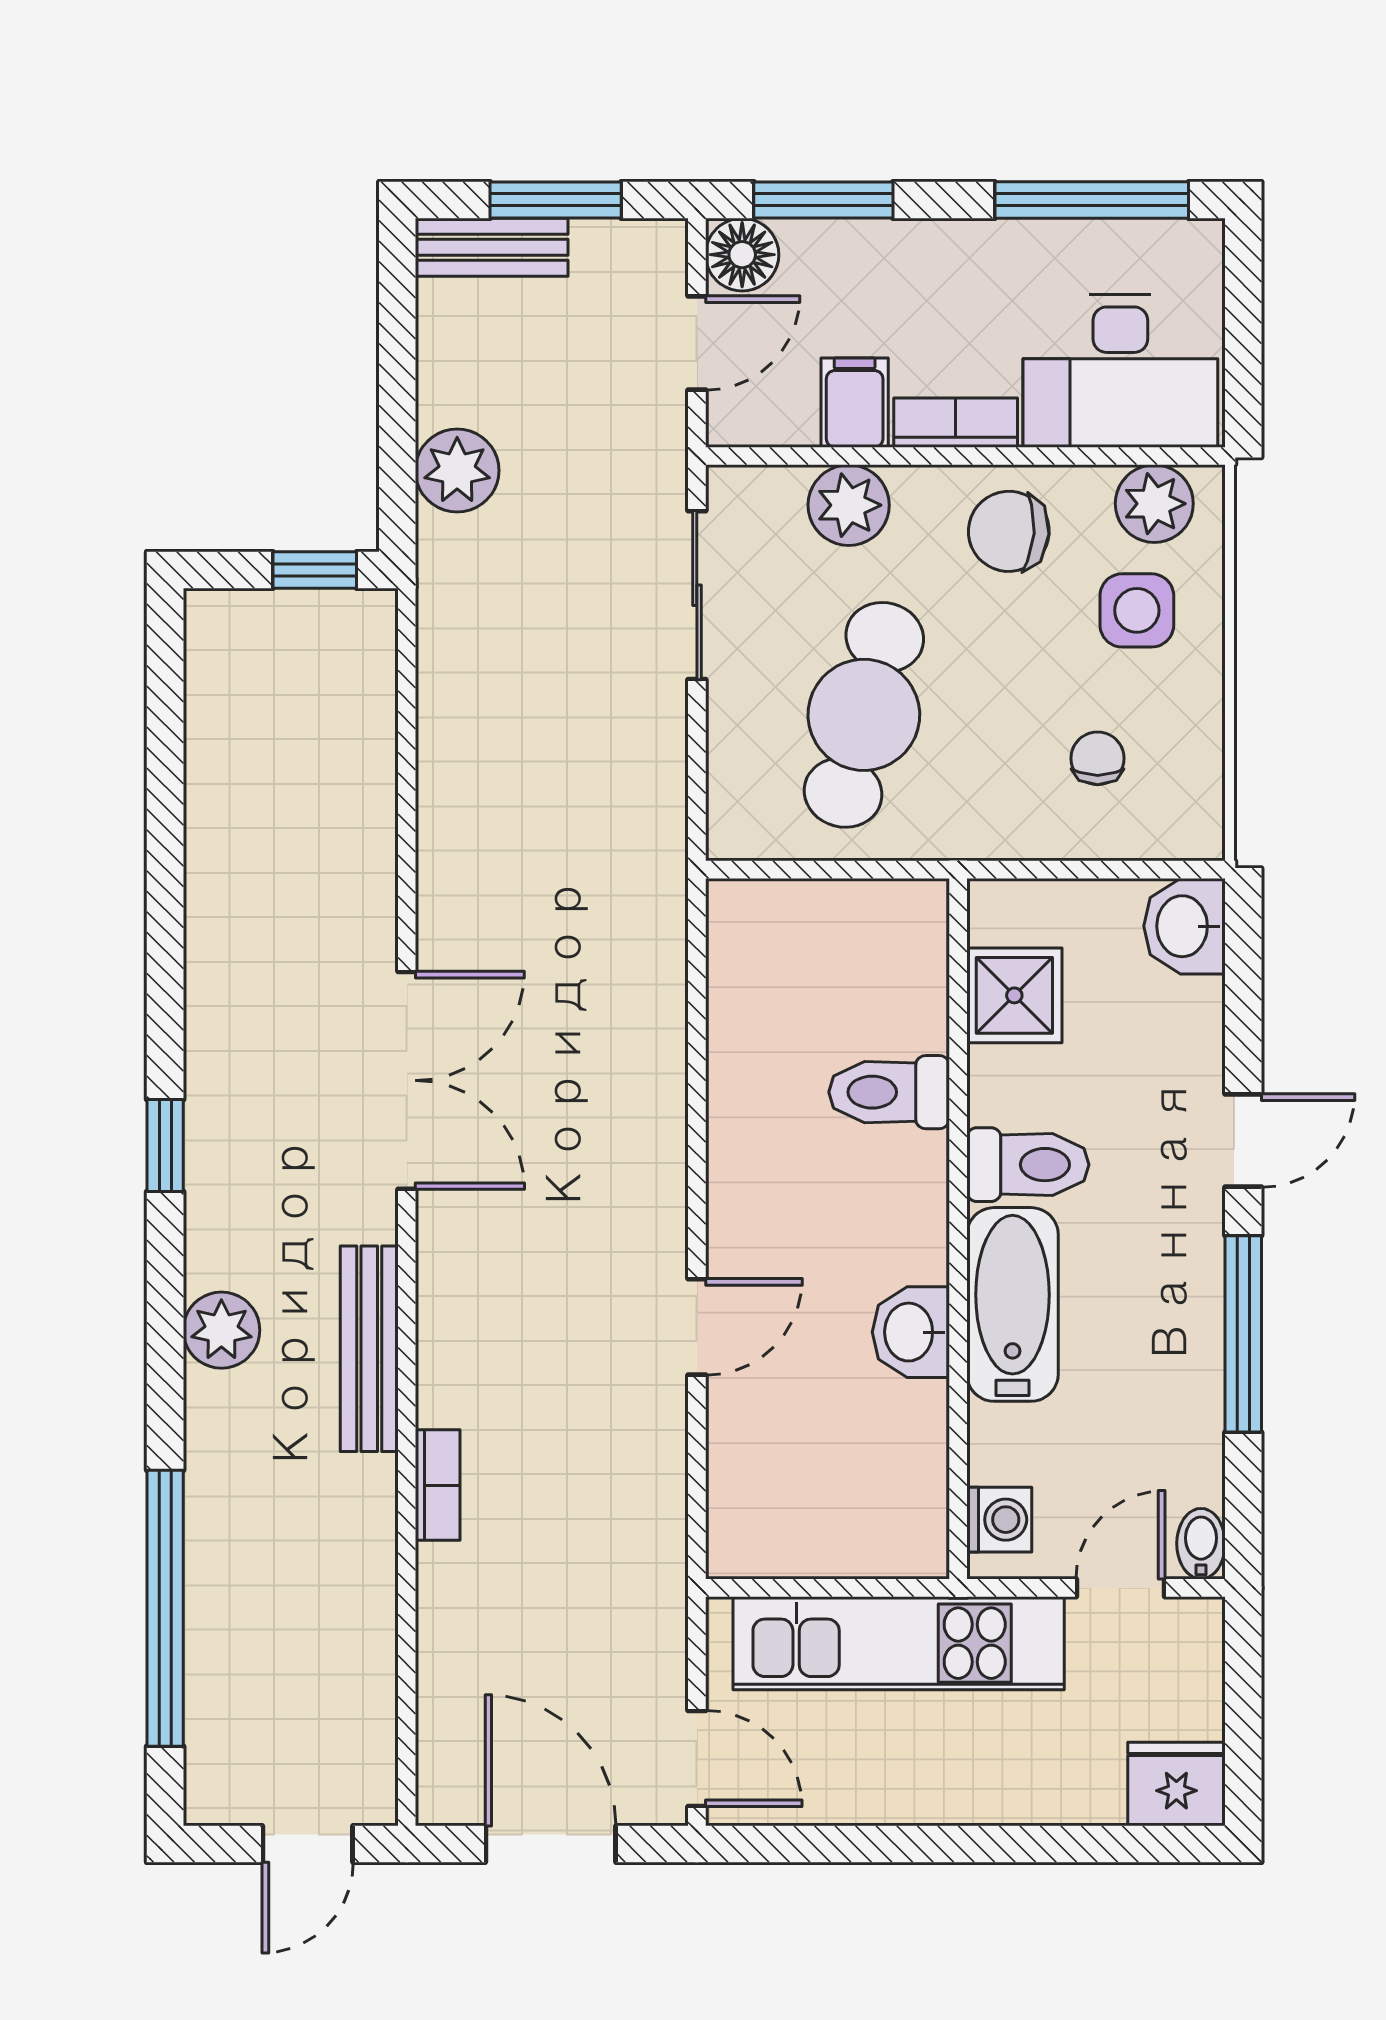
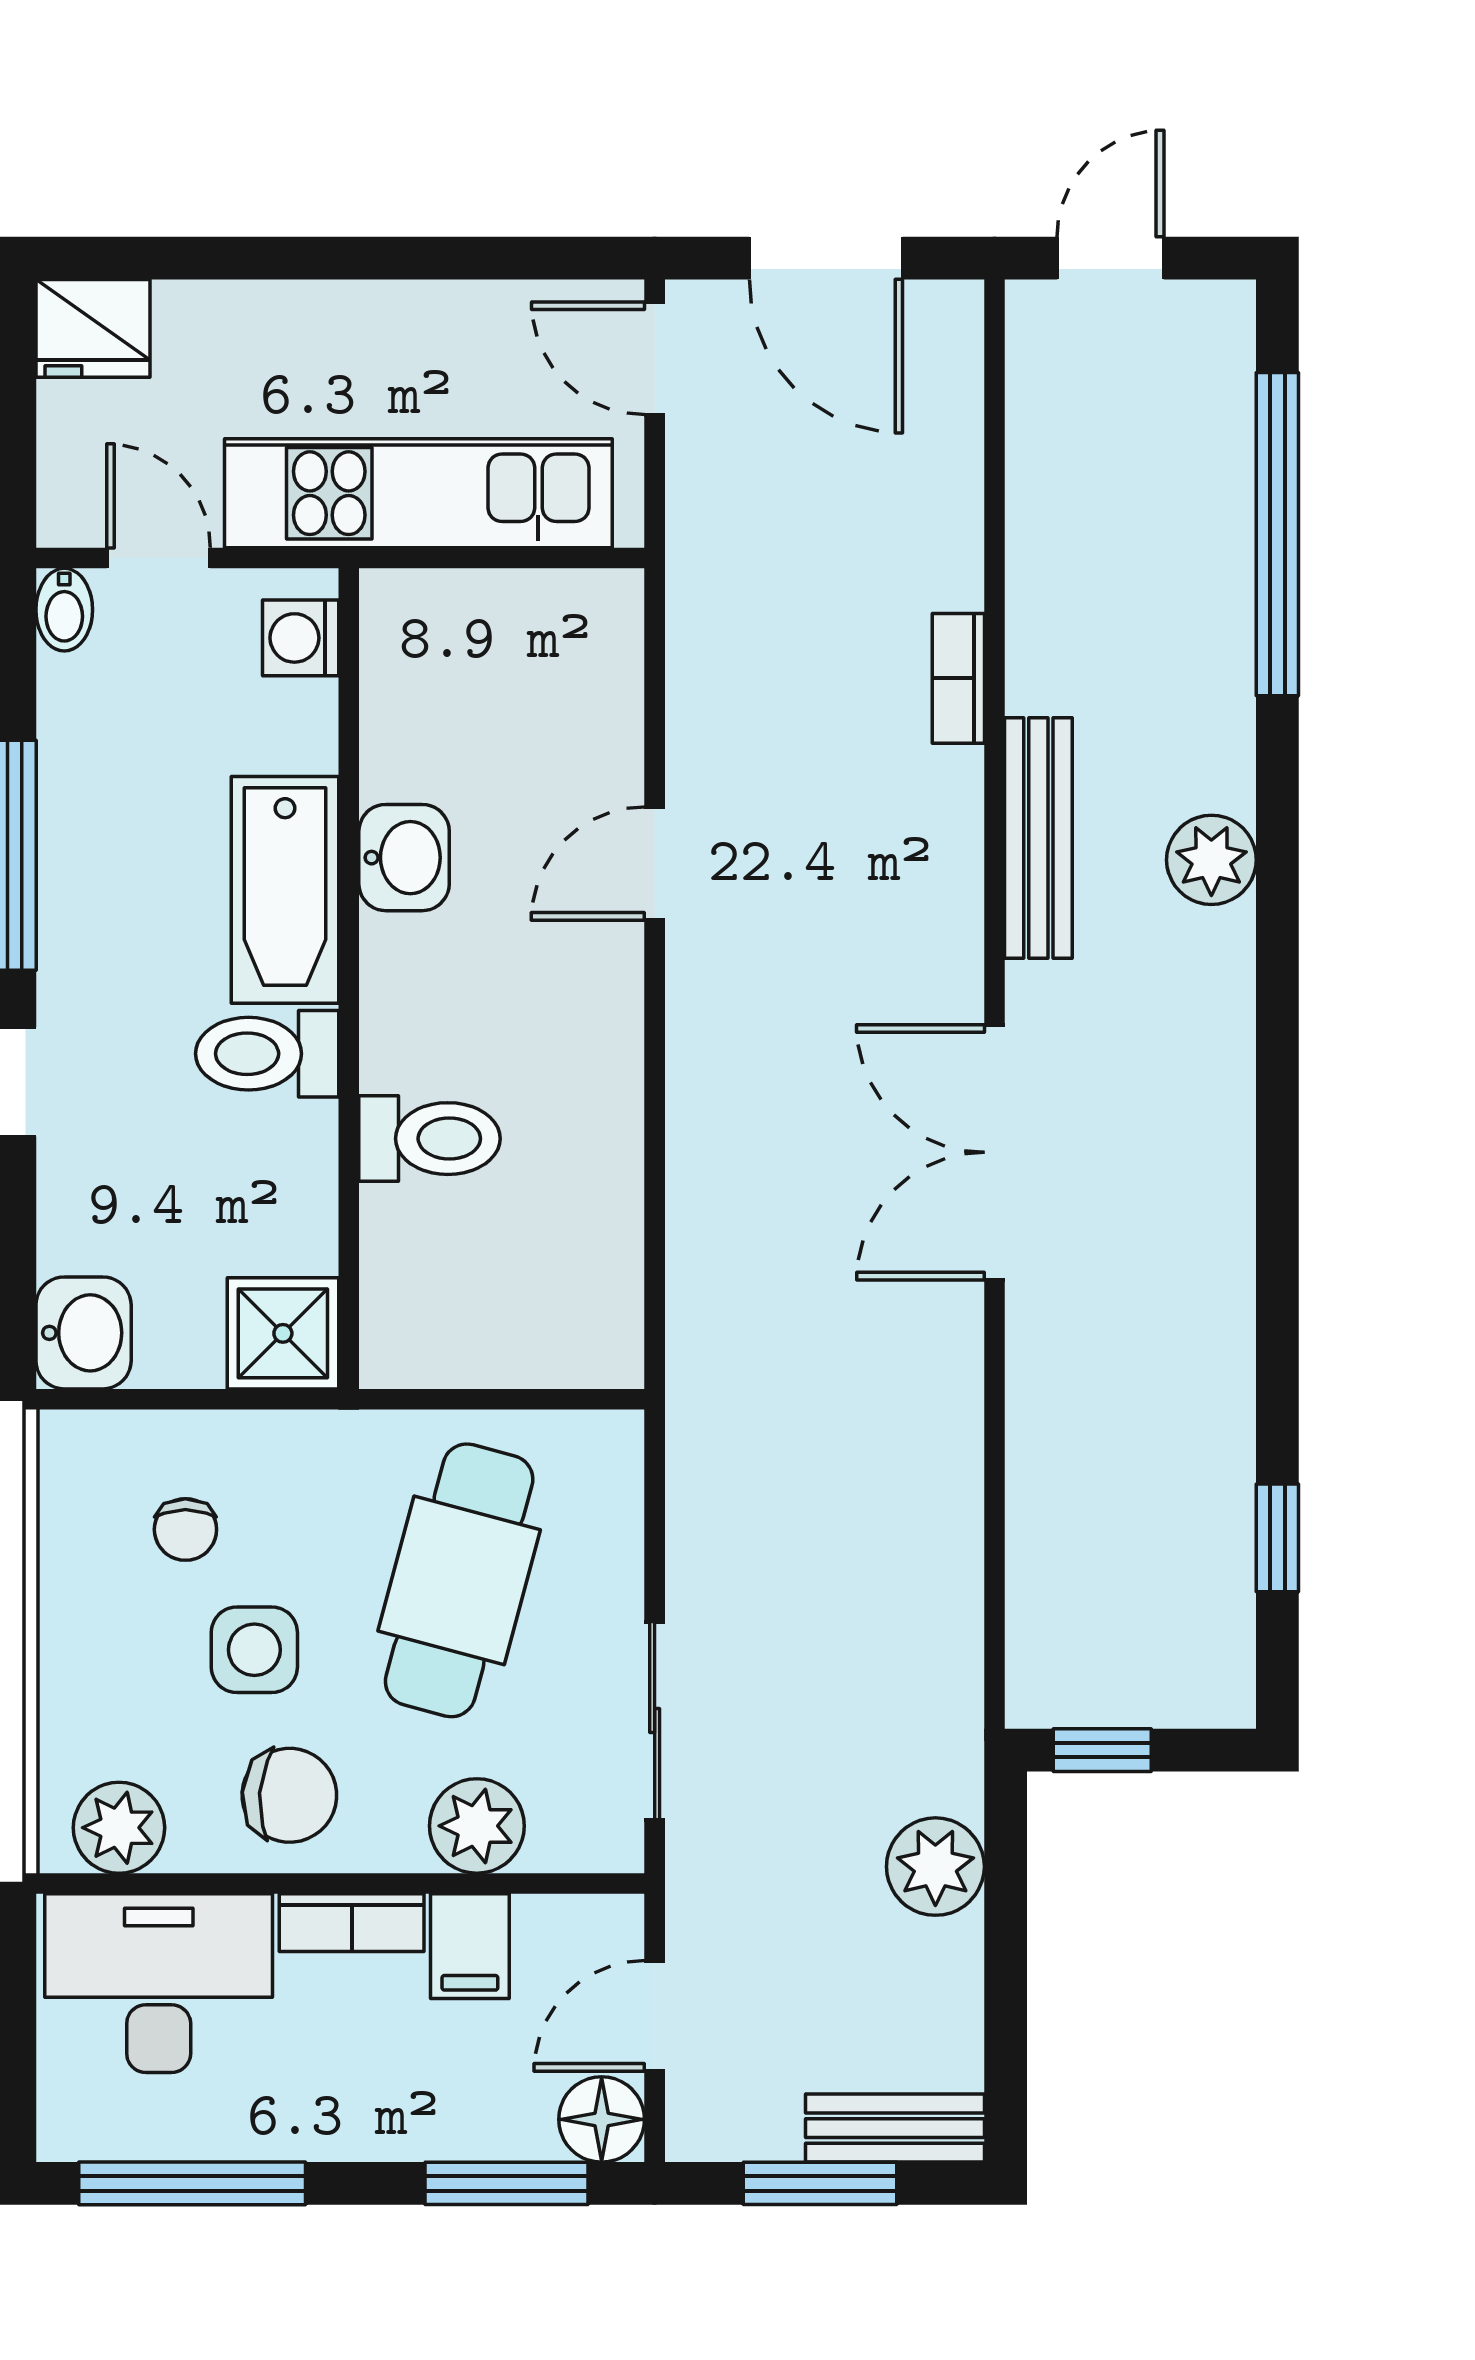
side table: (1137, 610) -> (254, 1650), moved
shower: (1014, 995) -> (283, 1333), moved
window: (165, 1145) -> (1277, 1538), moved
door: (1120, 1588) -> (159, 558), swing flipped

